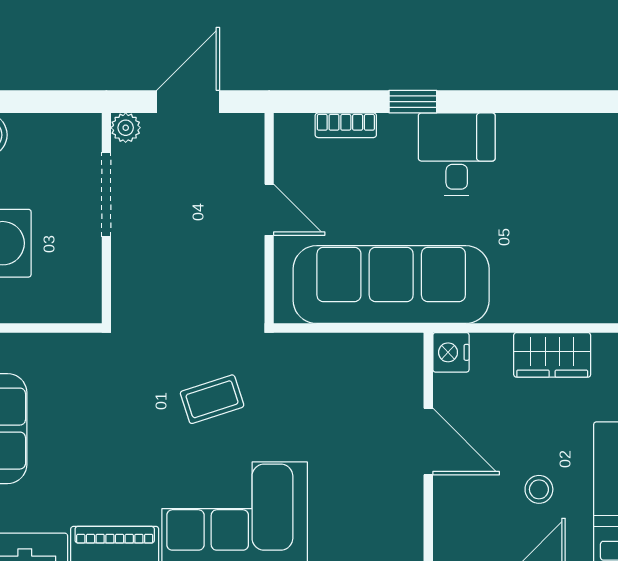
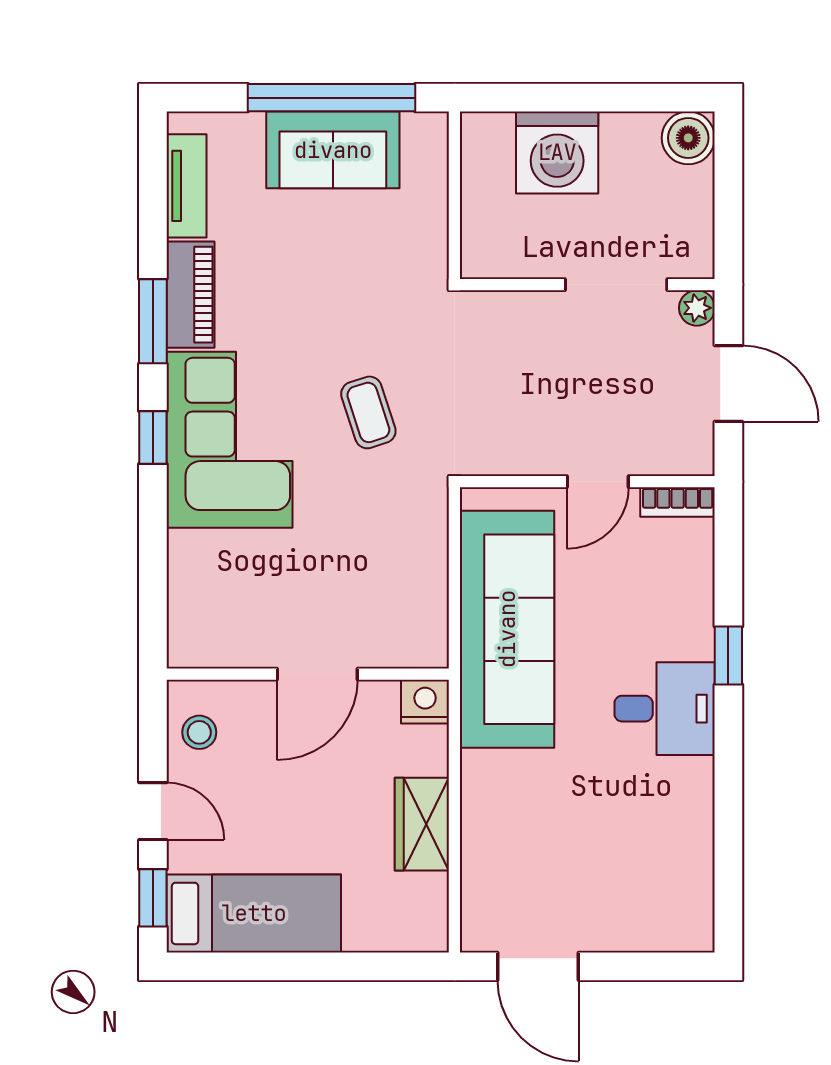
bookcase: (346, 125) -> (678, 502), moved, turned -90
stool: (539, 489) -> (199, 732), moved

